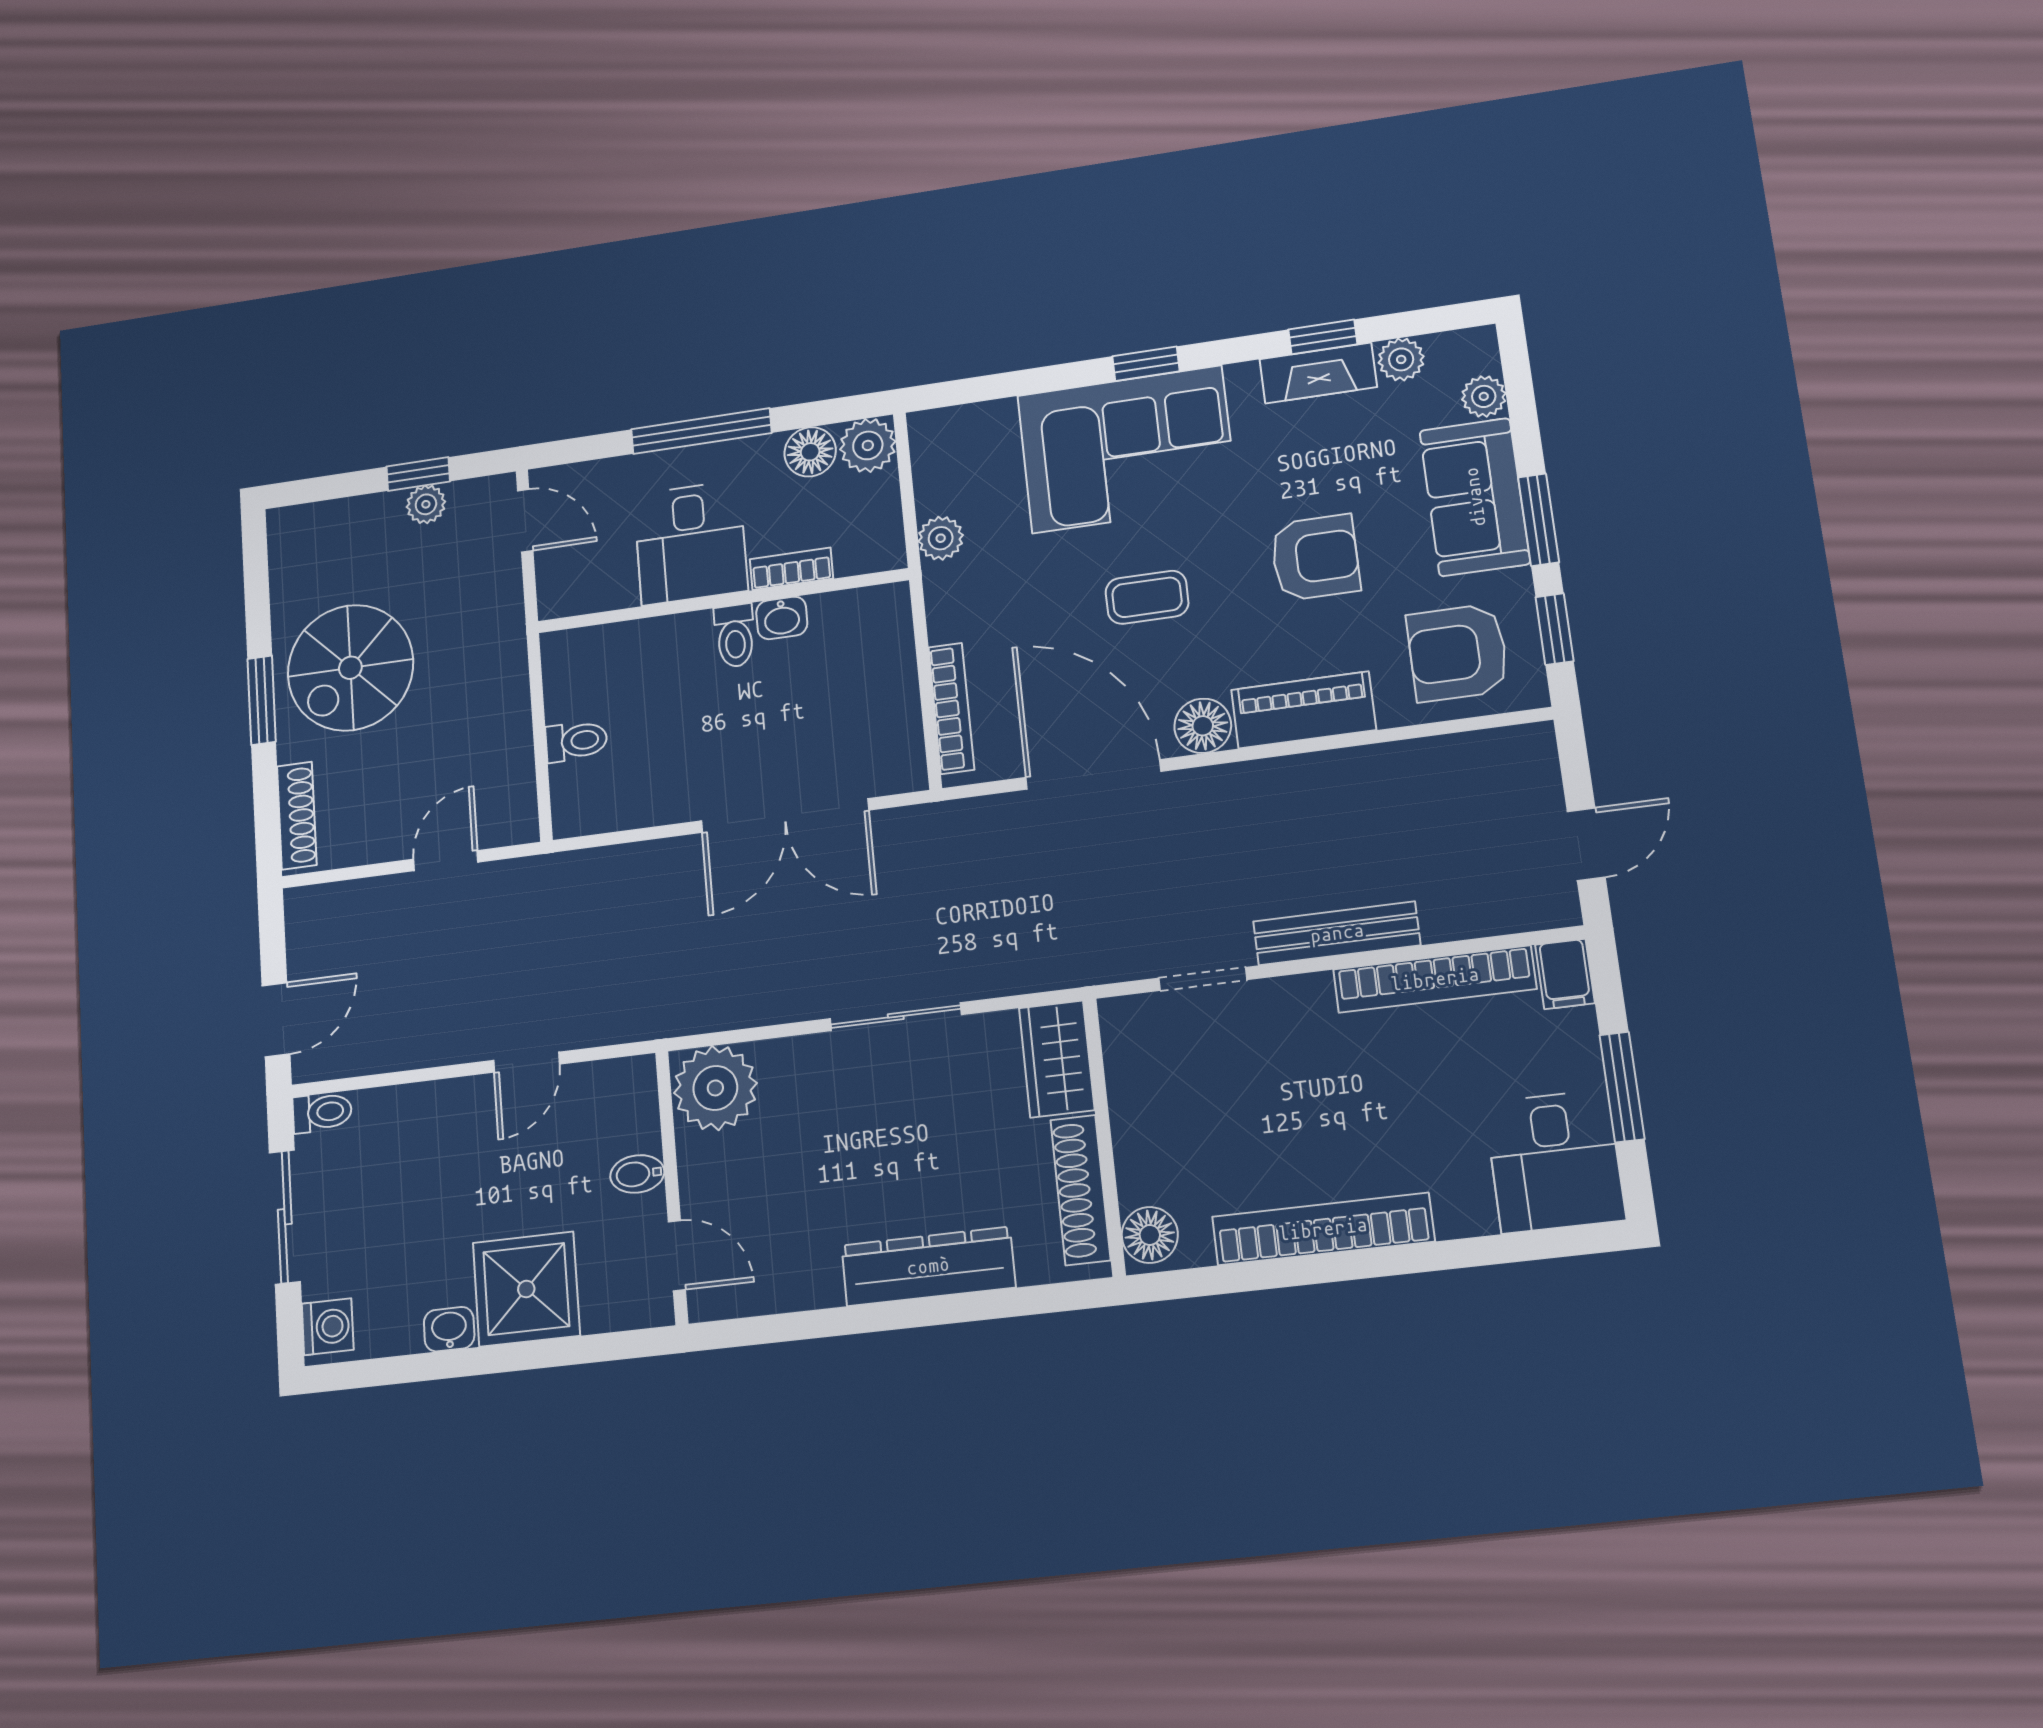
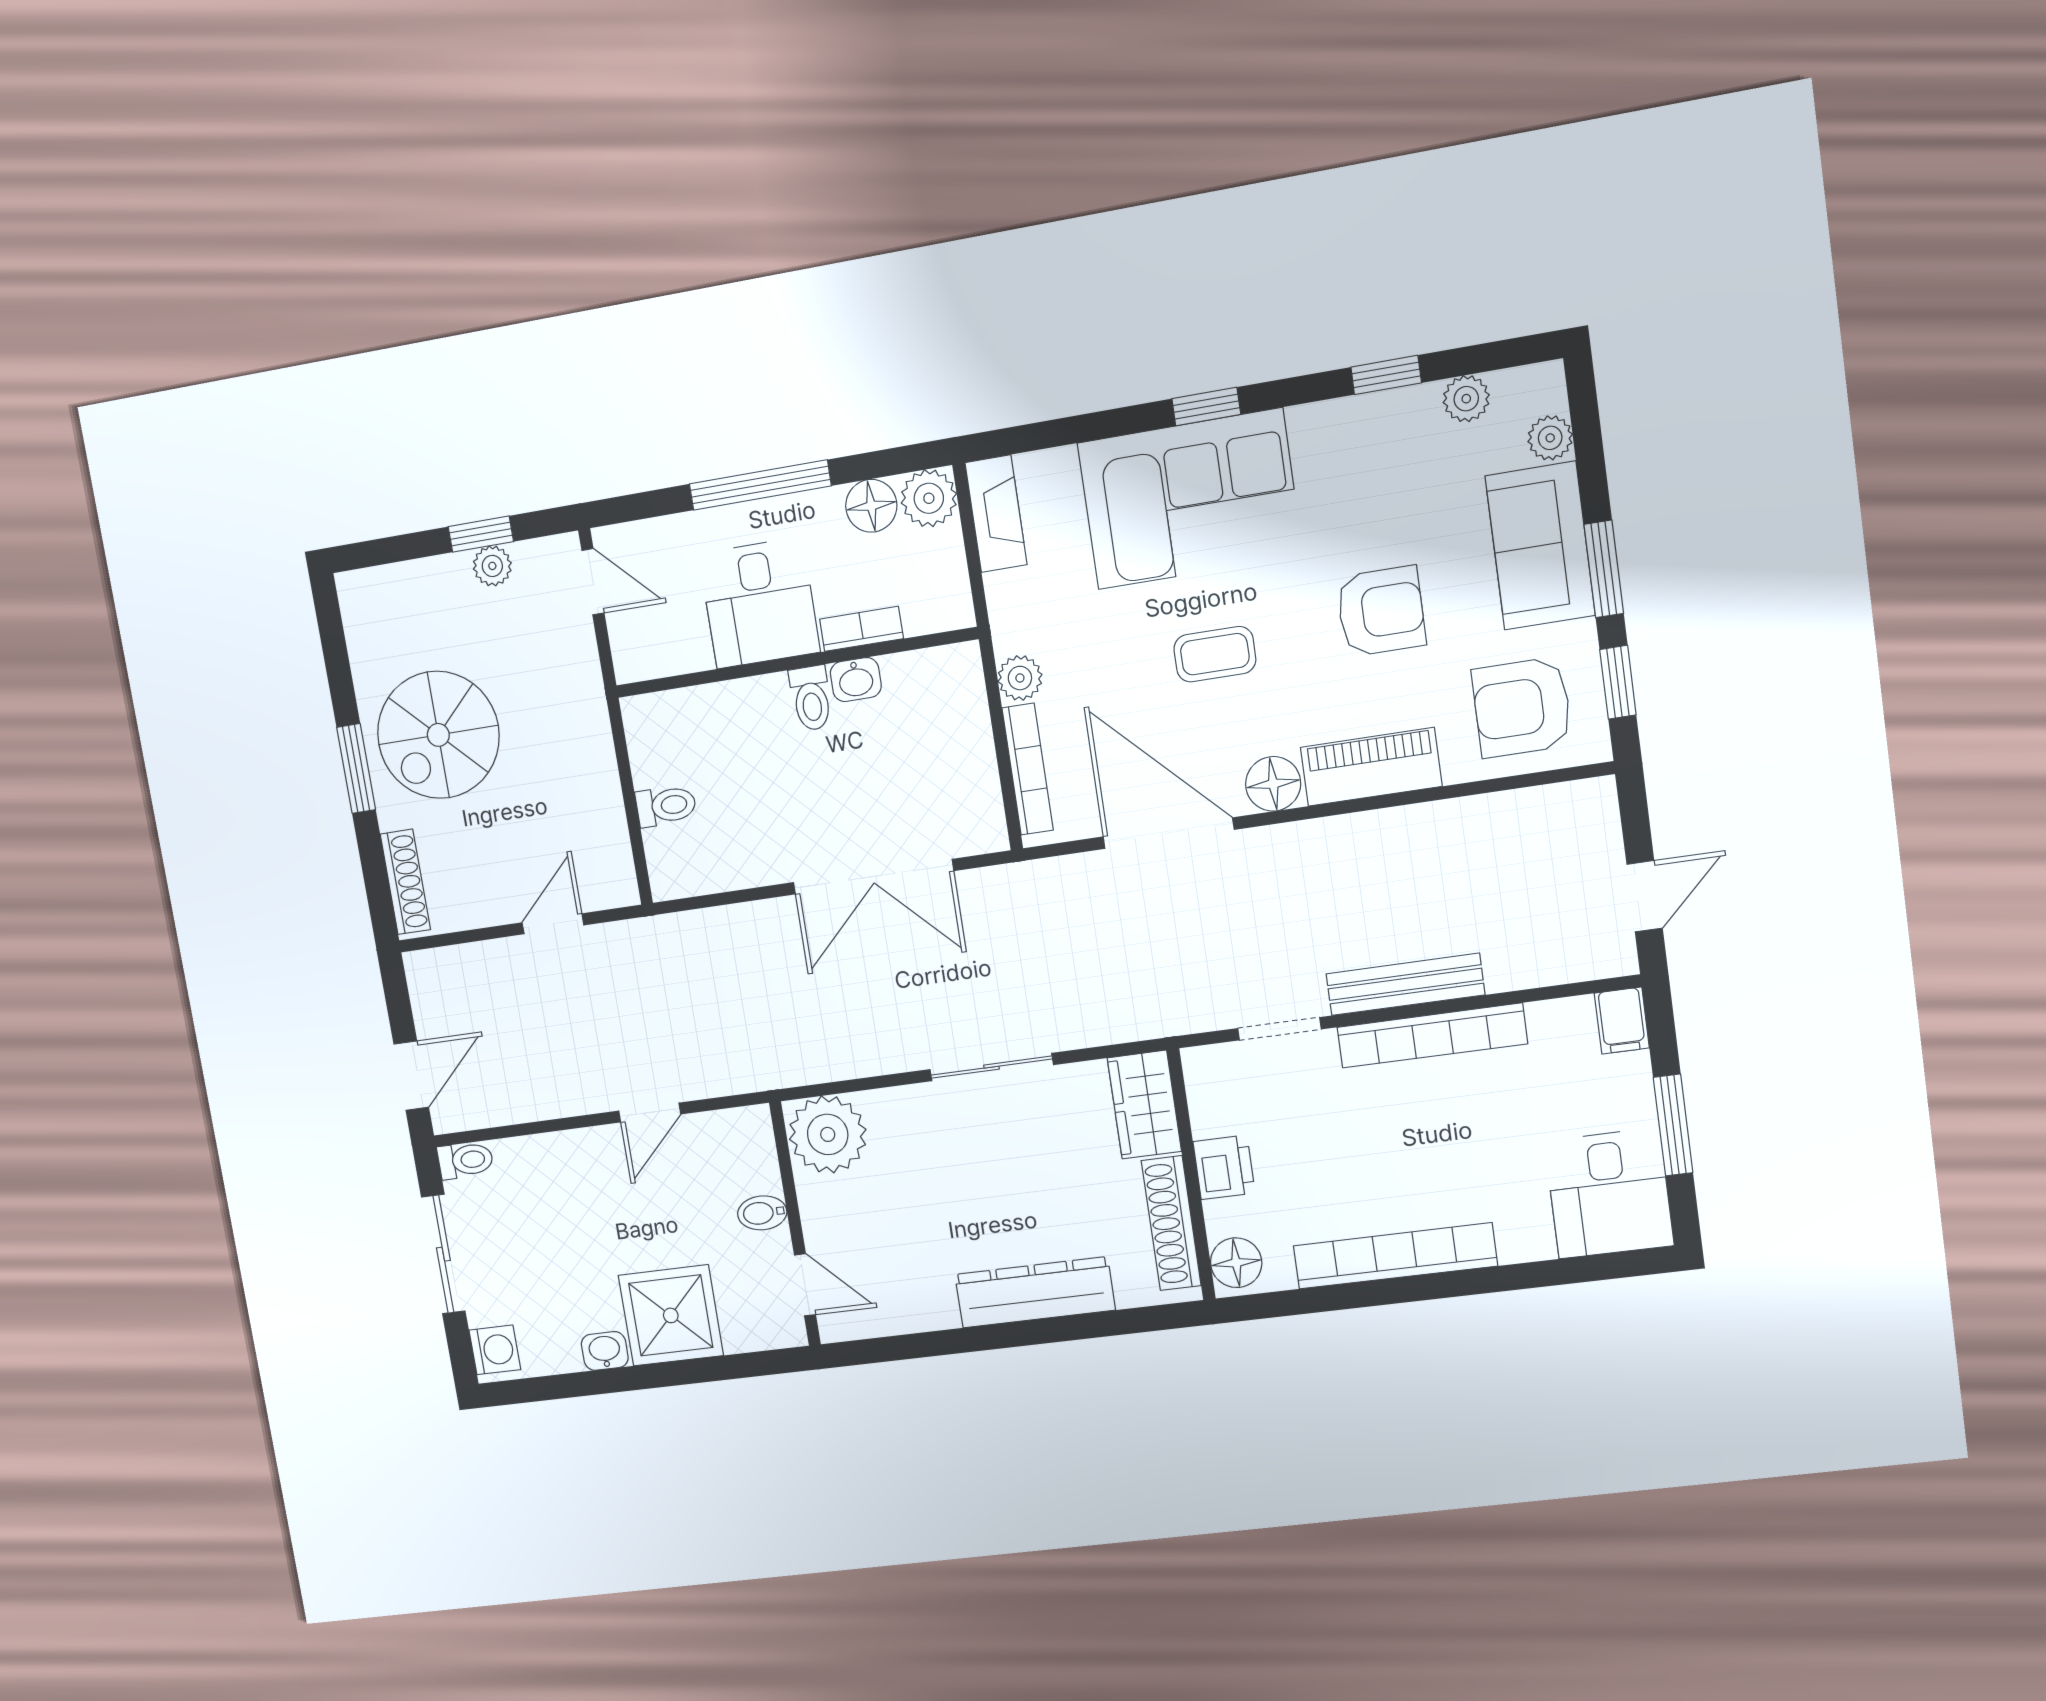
fireplace: (1318, 373) -> (996, 514), moved, turned -90
plant: (941, 538) -> (1020, 678), moved
bookcase: (1435, 979) -> (1432, 1036), moved
printer: (1140, 1128) -> (1224, 1167), added

